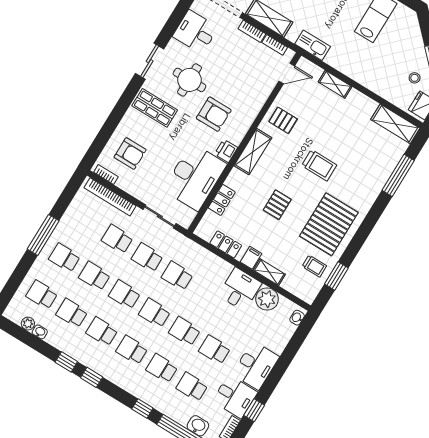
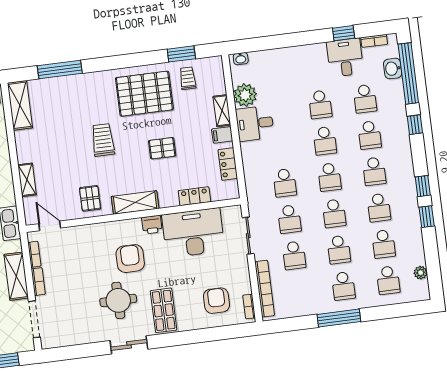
desk: (195, 32) -> (75, 327), removed
washbasin: (40, 332) -> (420, 258), removed
desk: (256, 365) -> (306, 61), removed

